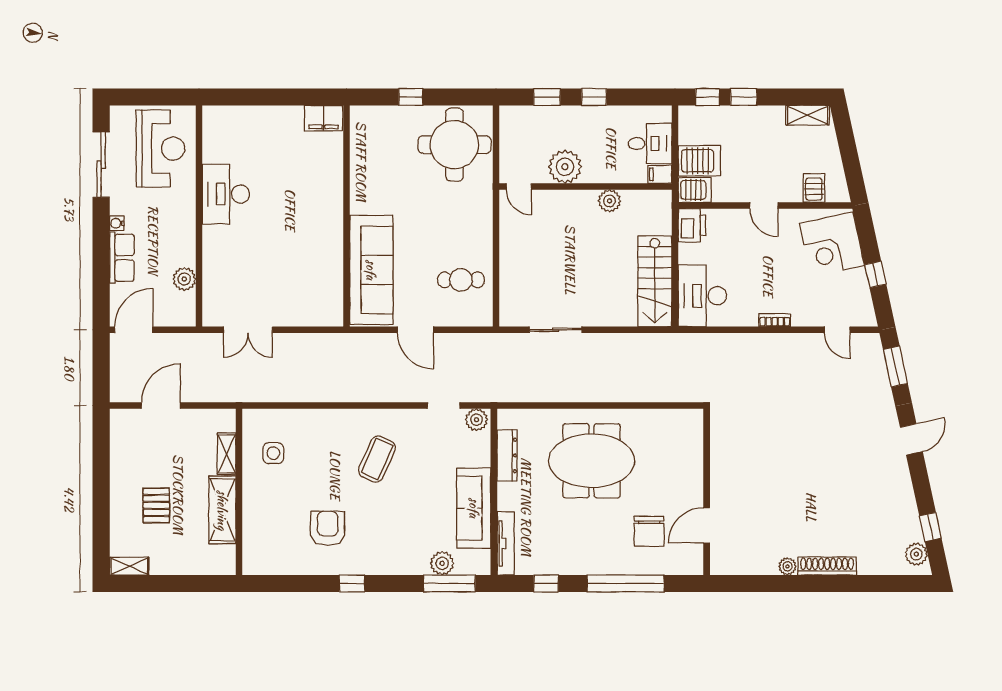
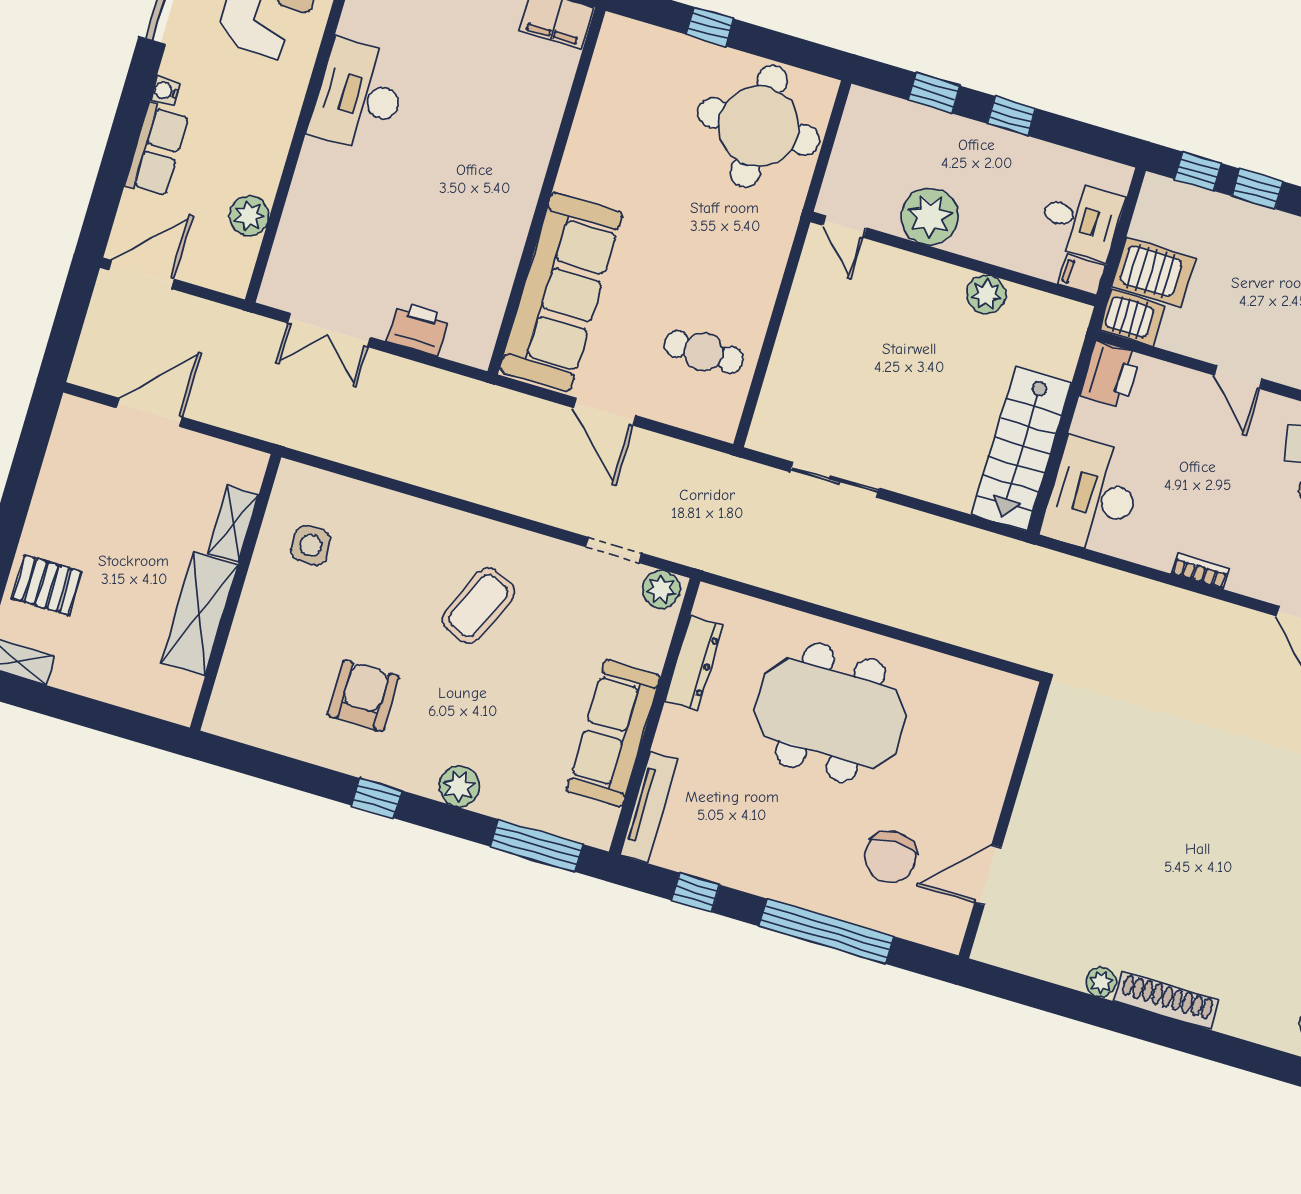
printer: (297, 314) -> (418, 328), added
pallet: (156, 505) -> (47, 585), moved, turned 90
plant: (442, 563) -> (459, 786), moved

